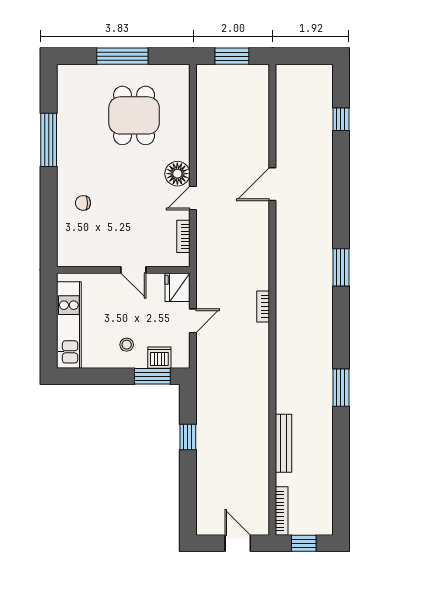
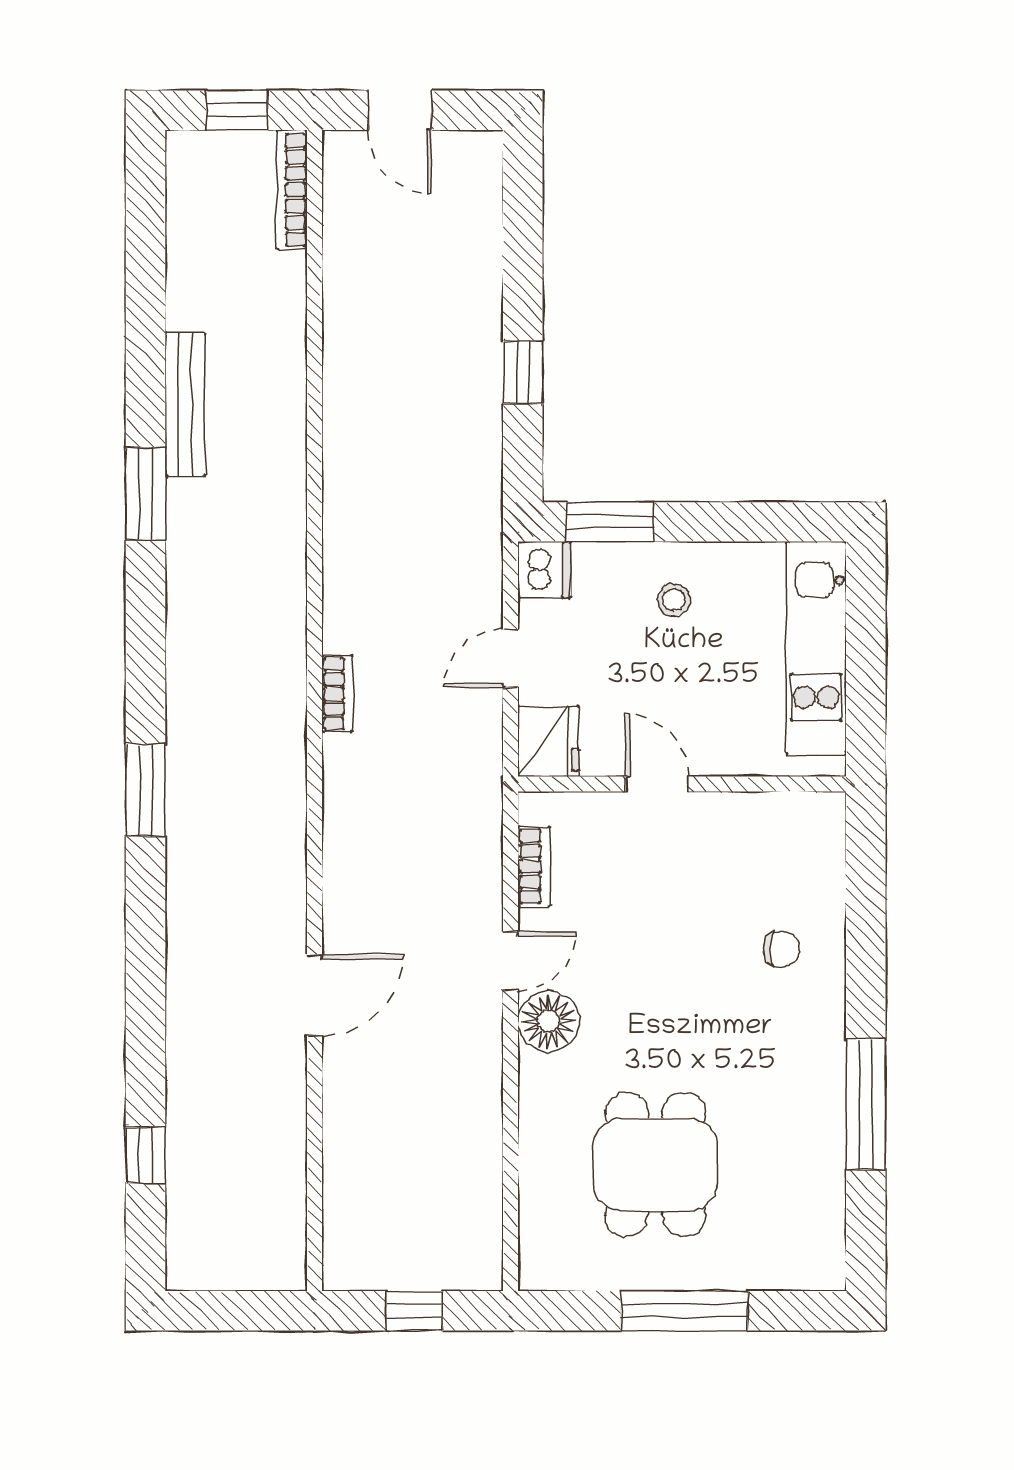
window: (232, 56) -> (415, 1311), width x0.67
dishwasher: (159, 358) -> (544, 570), moved, turned -90
bench: (284, 443) -> (185, 405), moved

